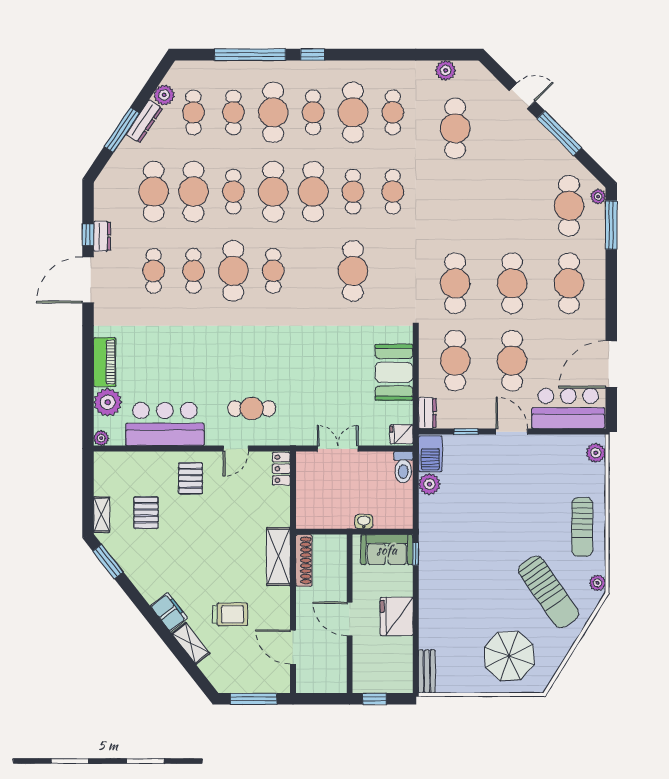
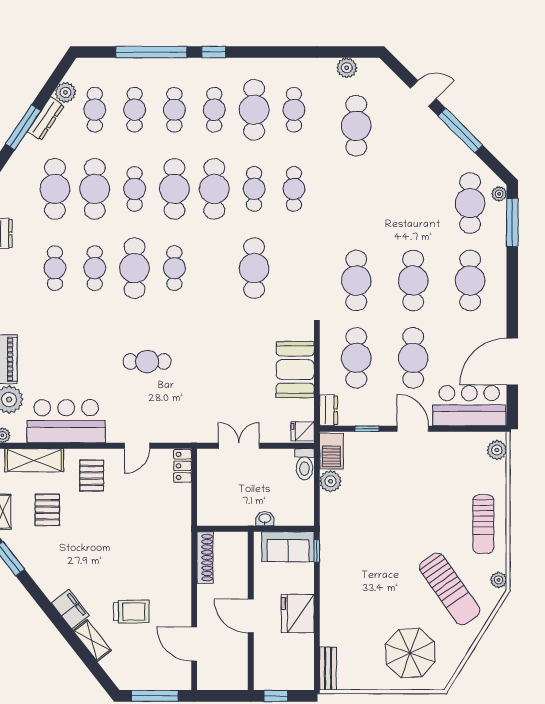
cafe table: (273, 112) -> (174, 110), width x0.73, depth x0.74
cafe table: (252, 408) -> (147, 361), moved
shelving: (278, 556) -> (34, 460), moved, turned 90

